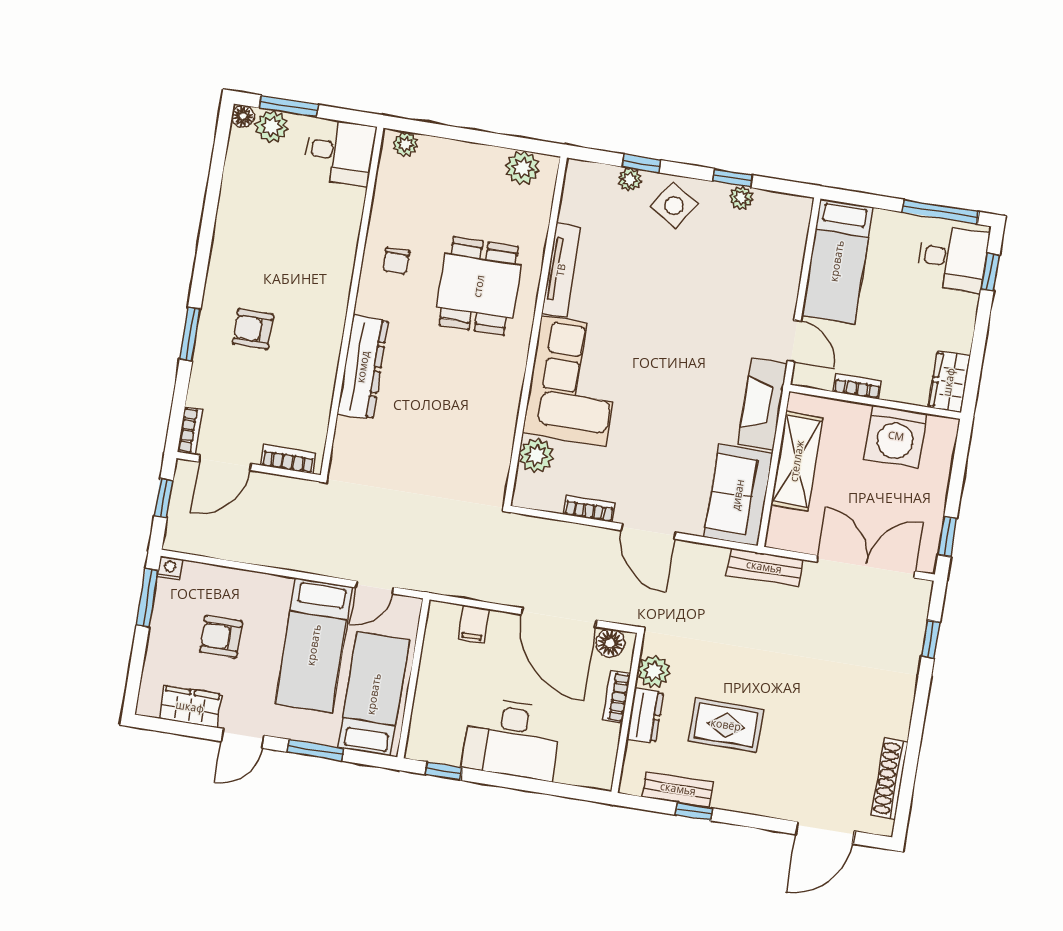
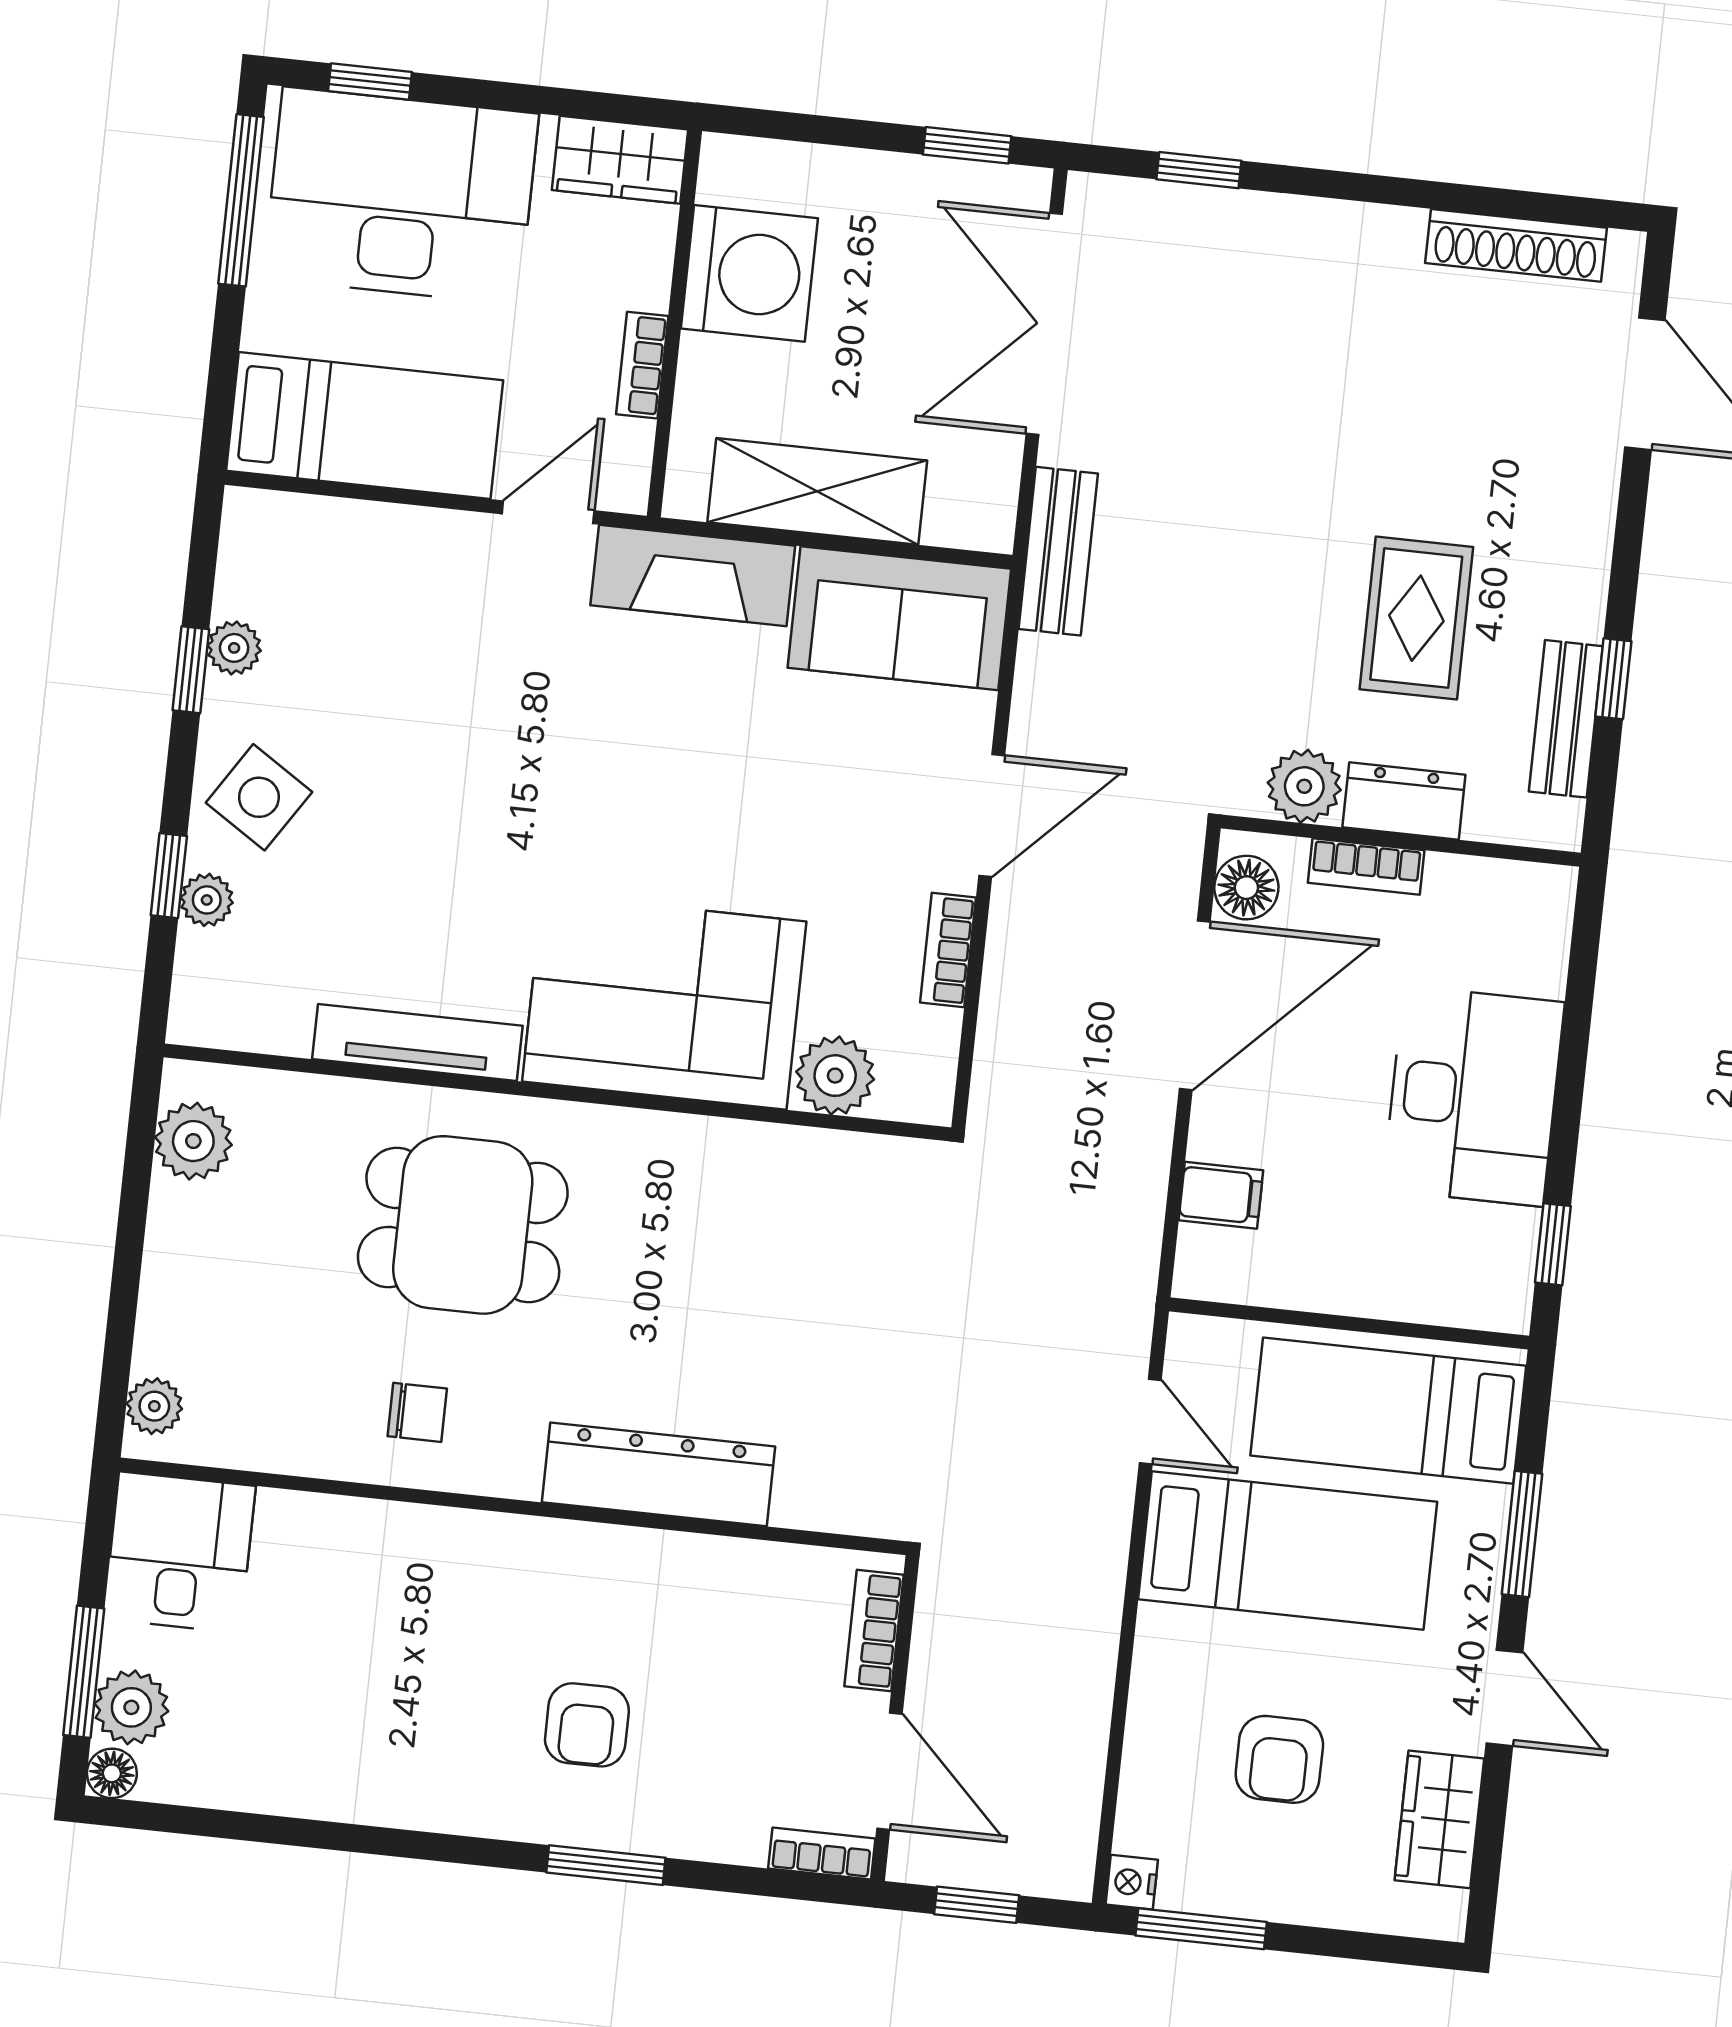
desk: (953, 258) -> (401, 196), width x1.87, depth x1.30

